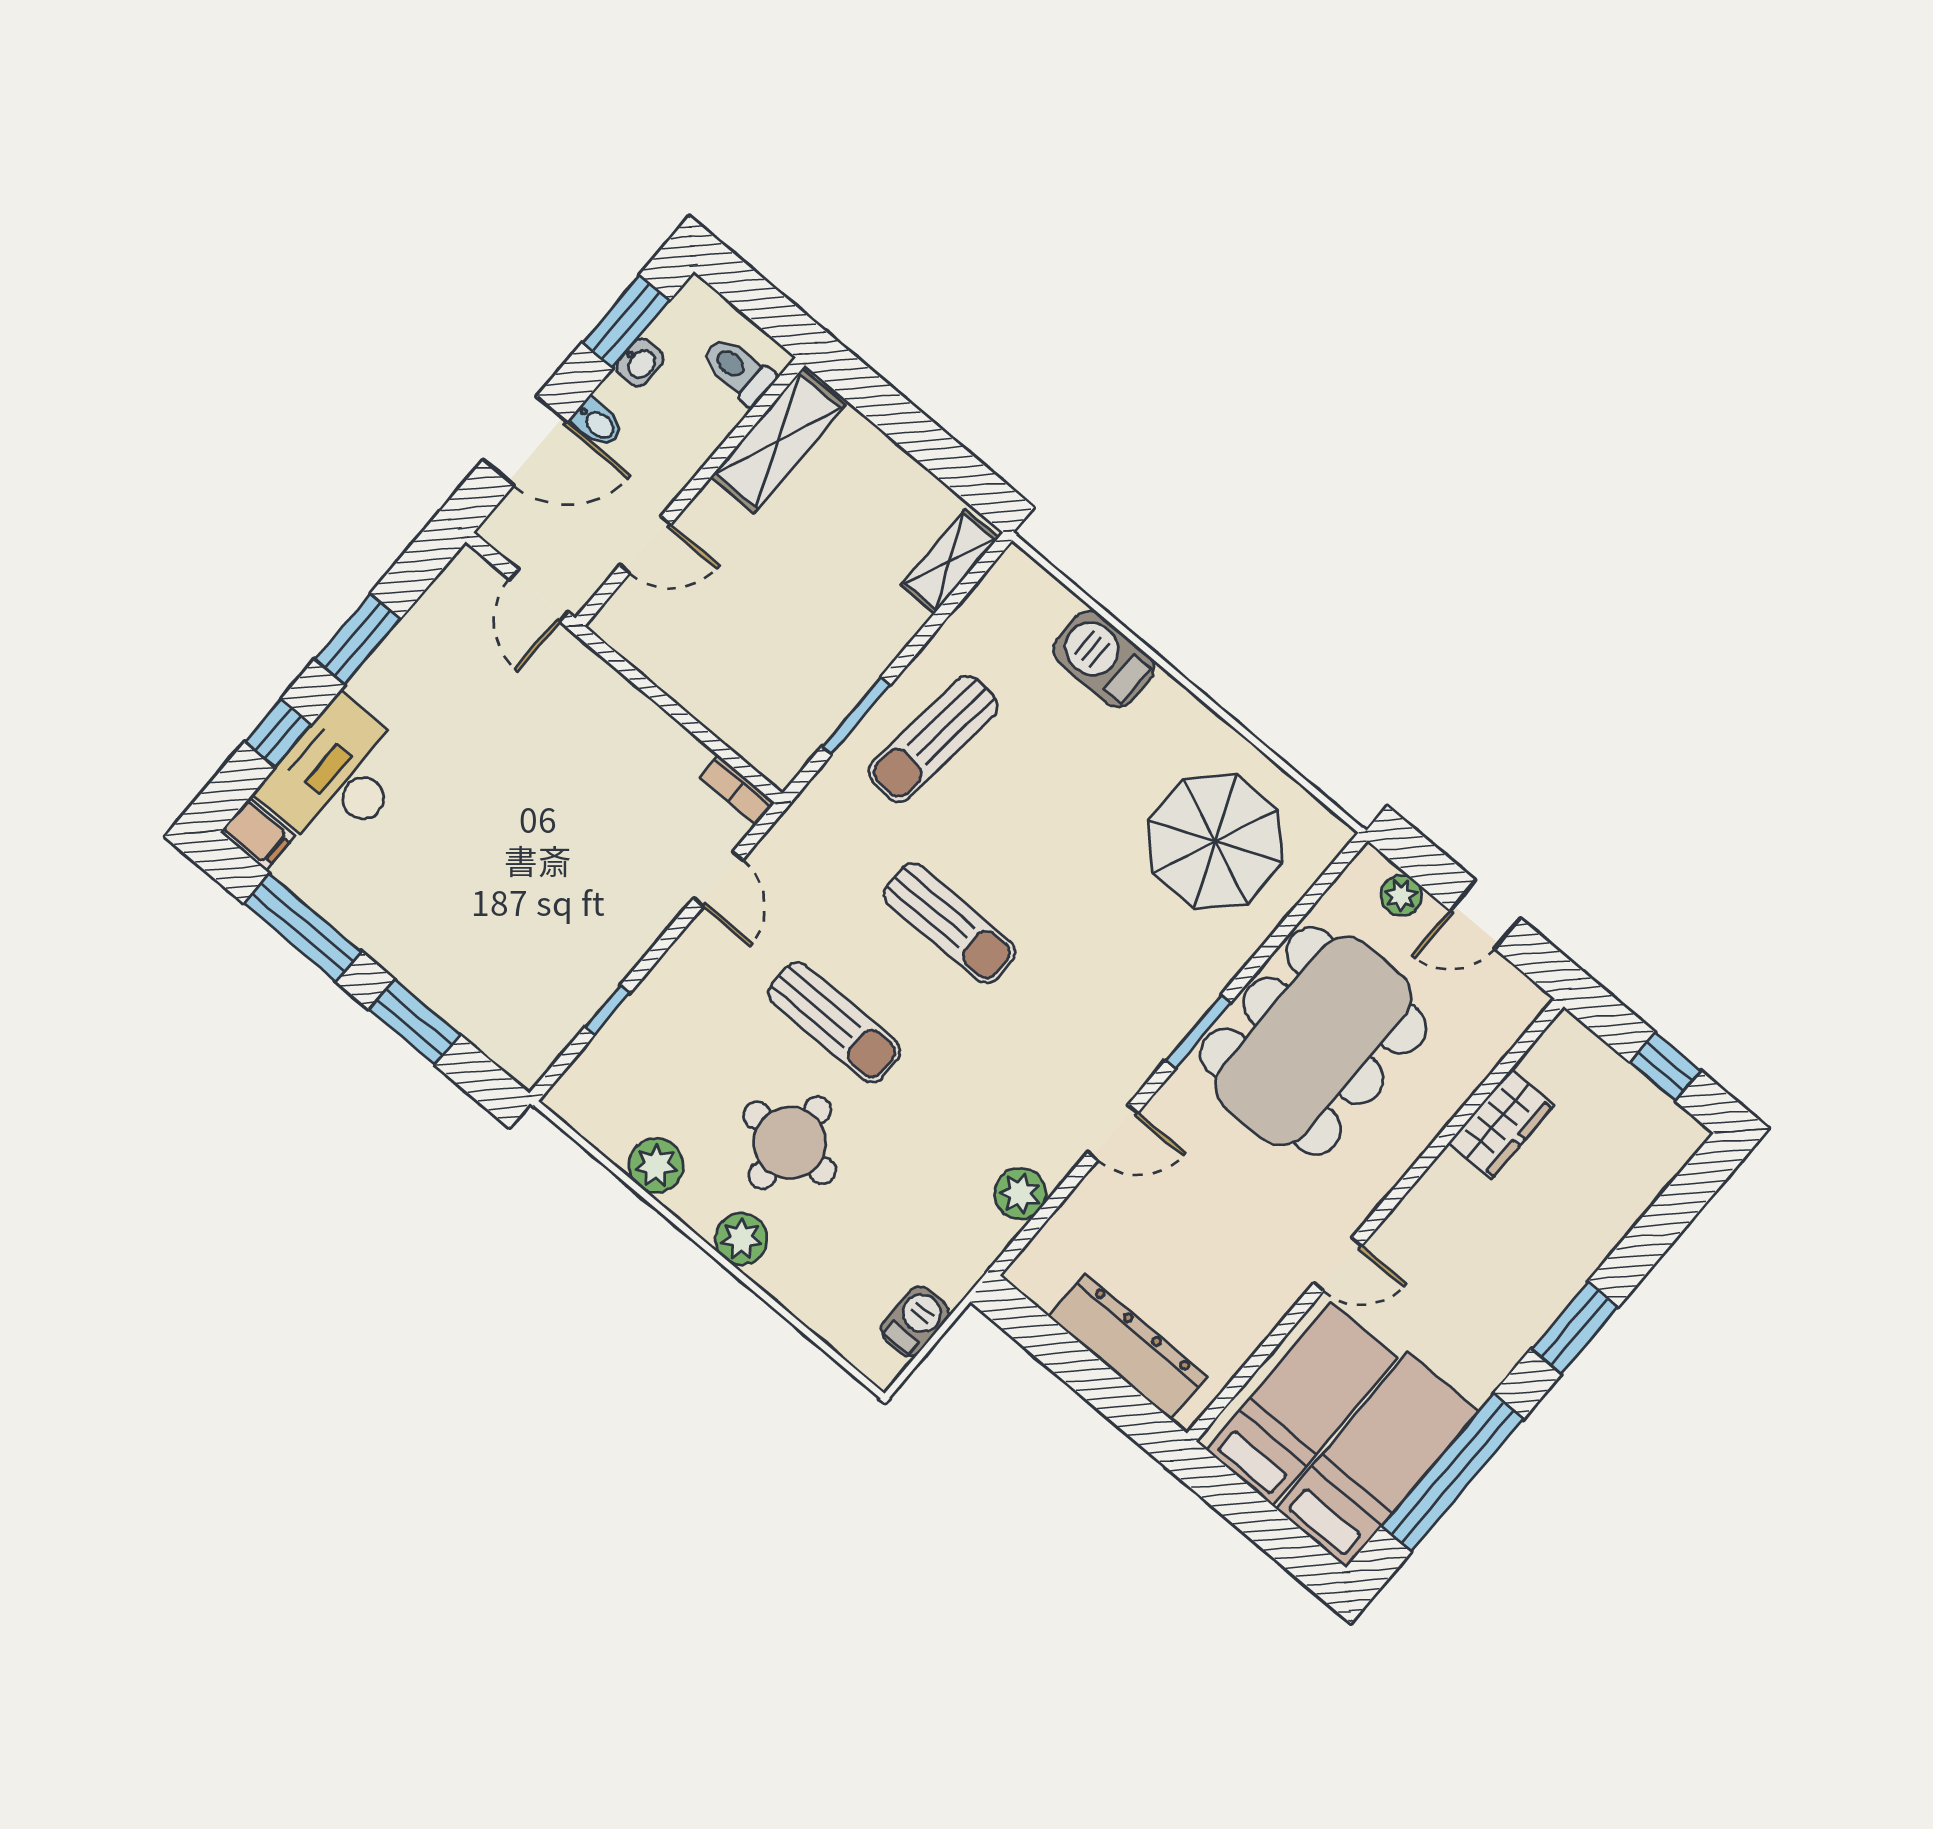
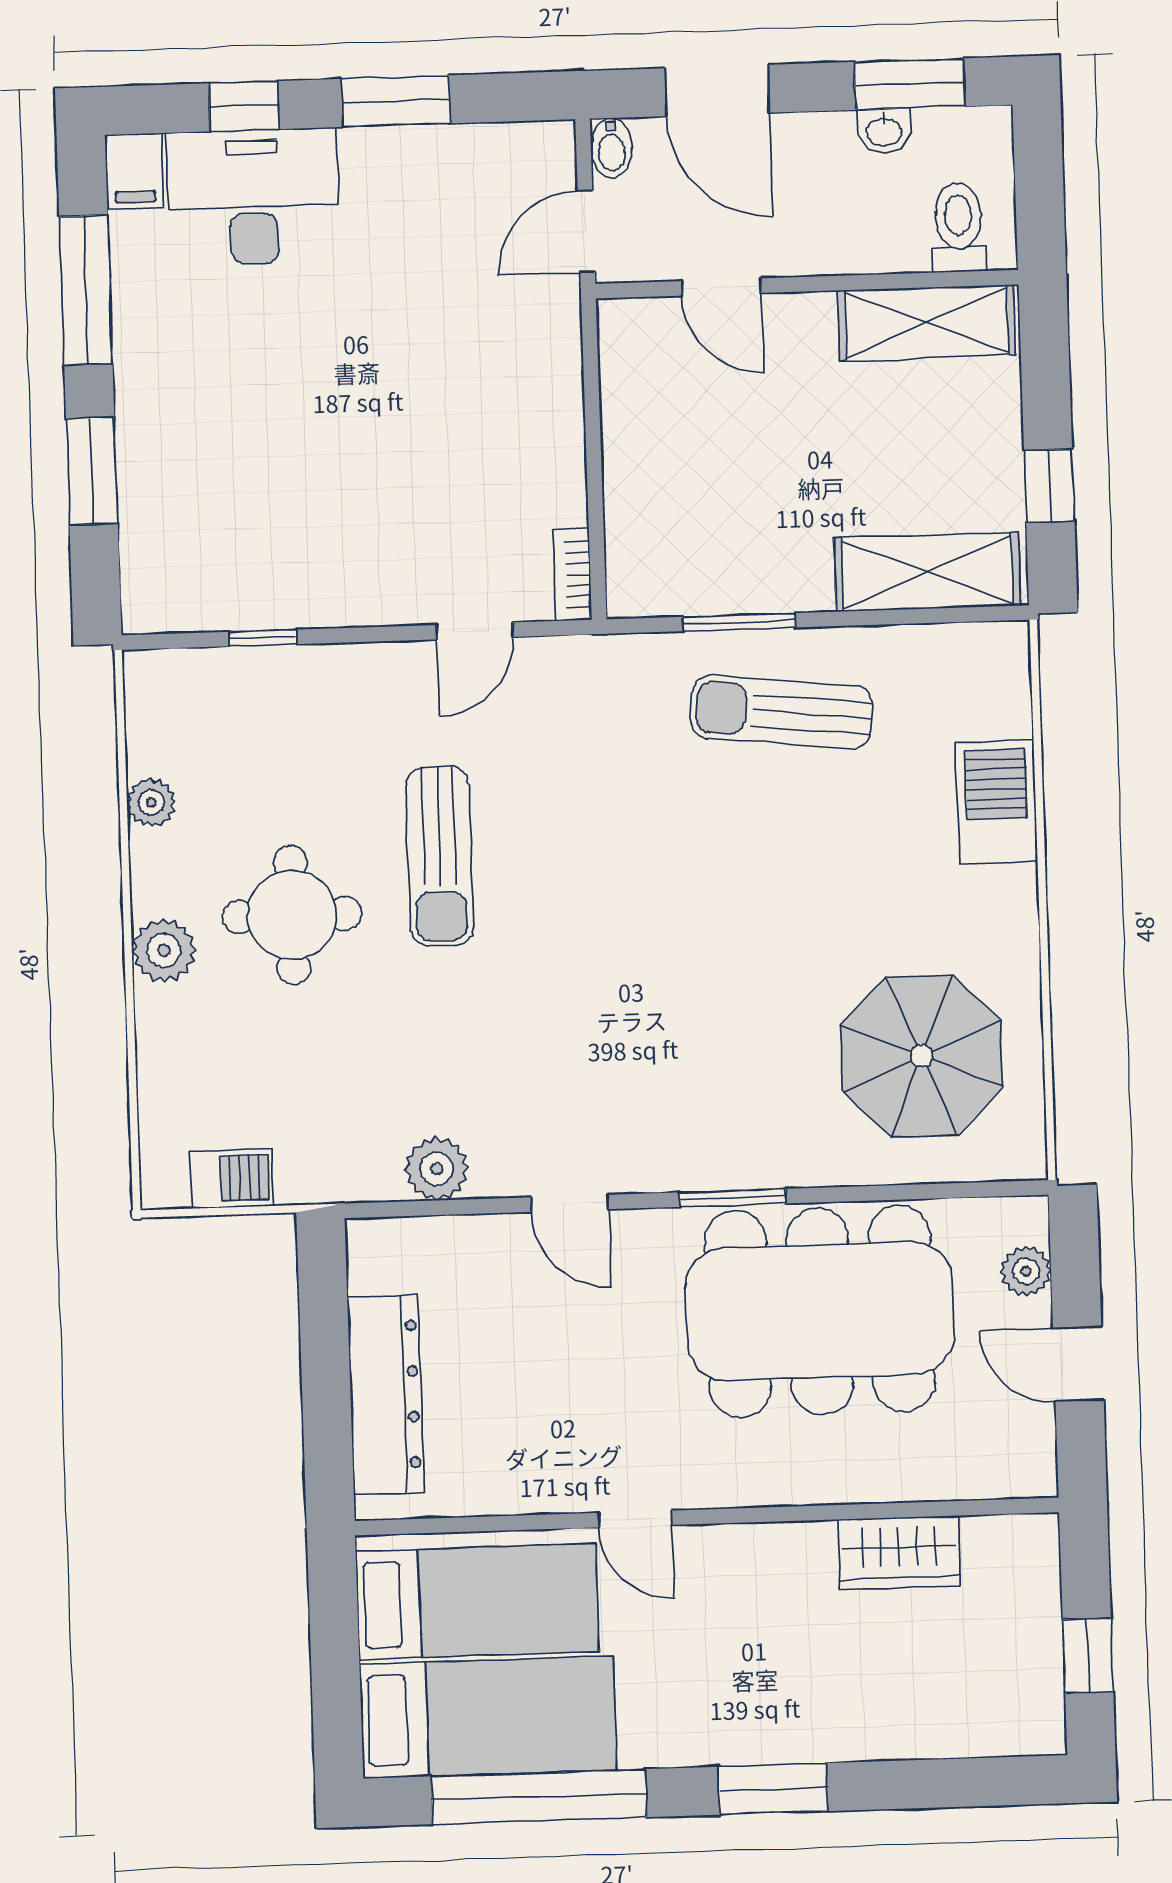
bidet: (597, 423) -> (612, 148), moved
window: (942, 456) -> (1049, 486), added
shelving: (950, 561) -> (927, 572), width x1.50, depth x1.33
sun lounger: (949, 923) -> (626, 880), removed
plant: (656, 1165) -> (151, 803), width x0.73, depth x0.73

